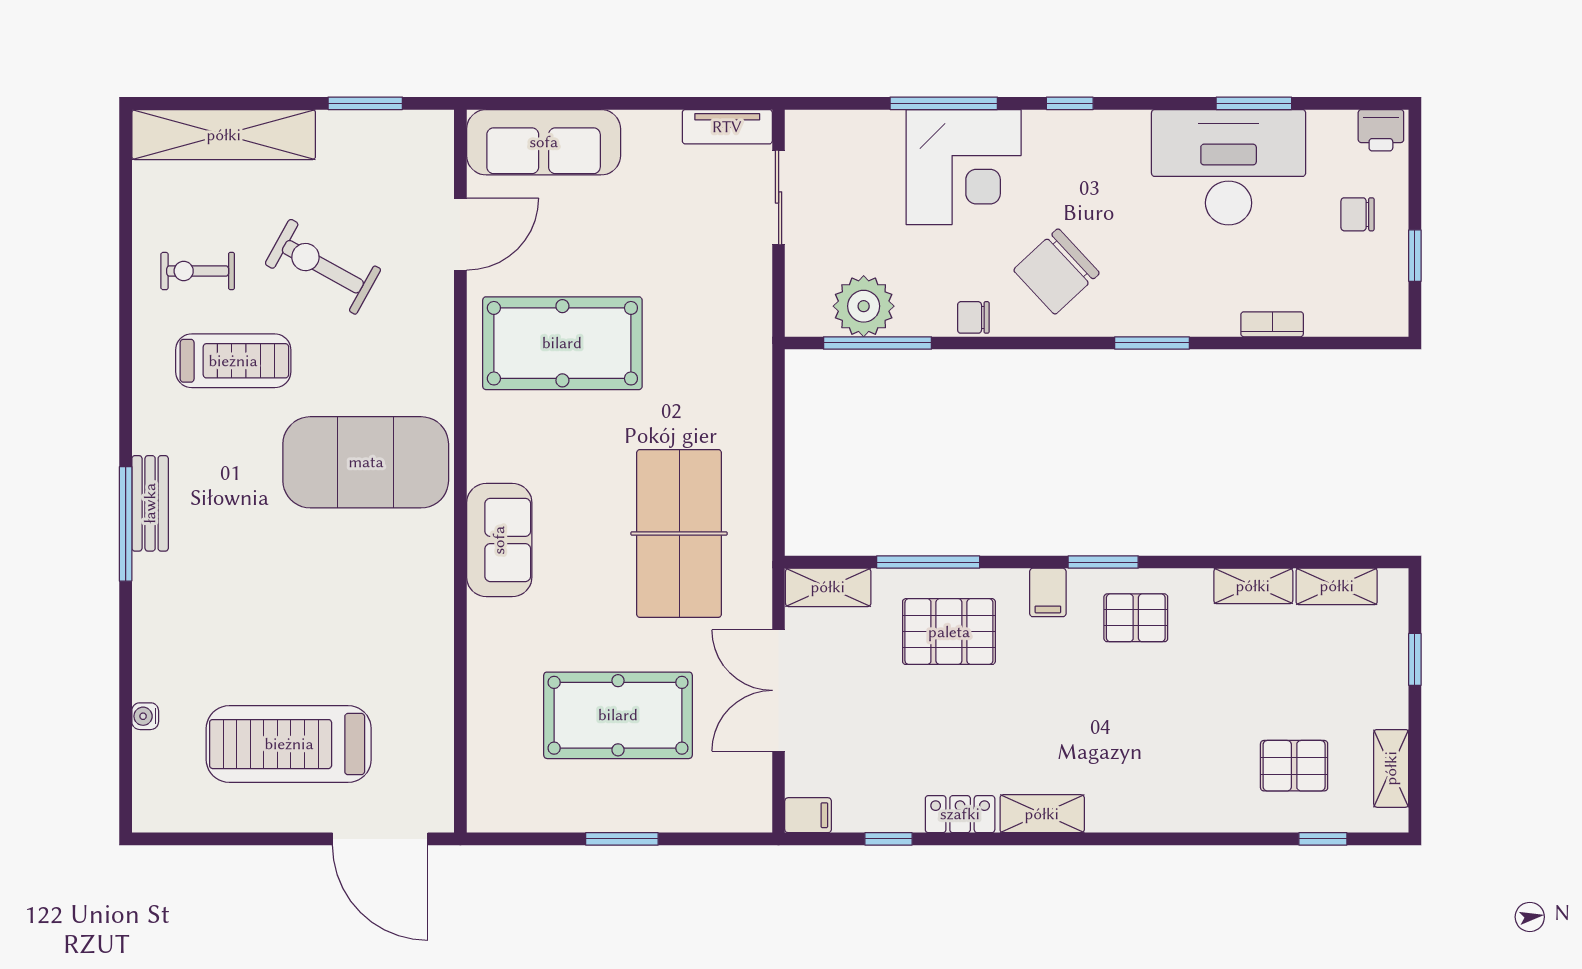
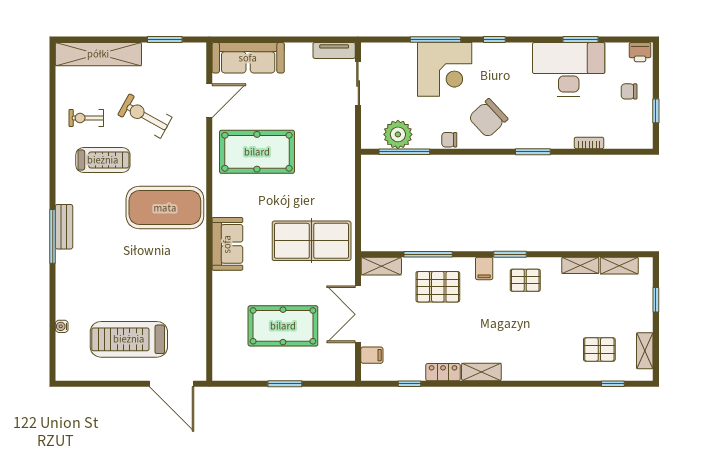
table tennis table: (679, 533) -> (312, 241), turned 90
filing cabinet: (808, 815) -> (372, 355), moved

